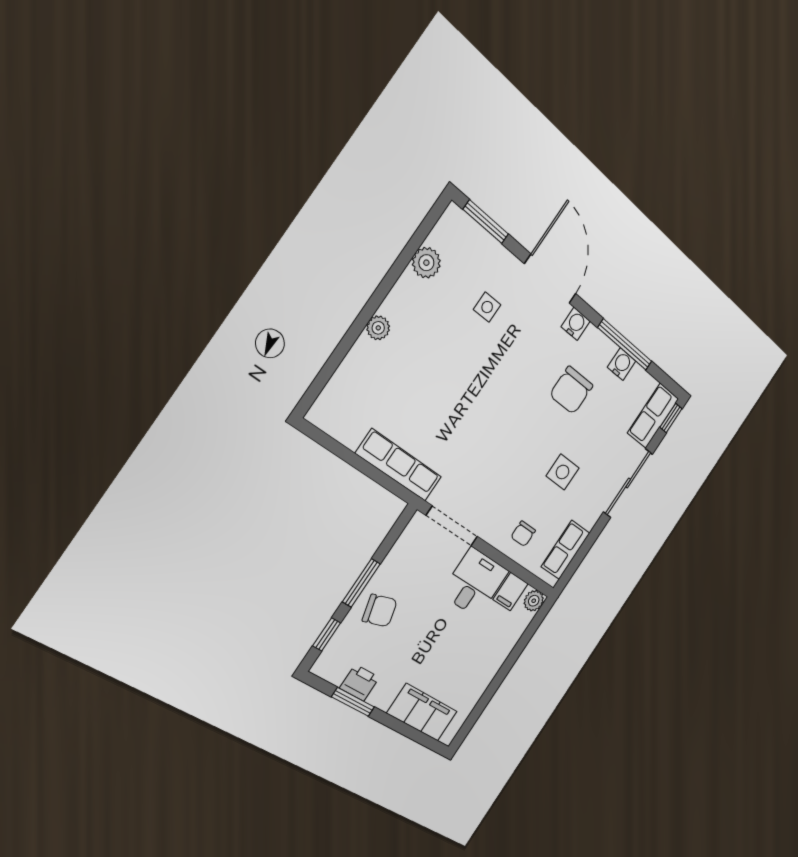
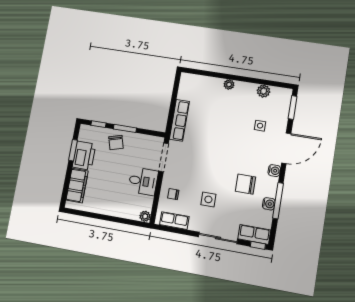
filing cabinet: (510, 592) -> (145, 202), removed
printer: (360, 683) -> (84, 156), width x1.87, depth x1.48

